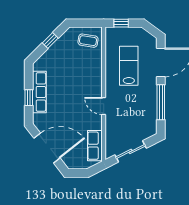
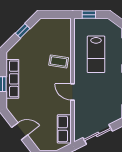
coffee table: (88, 41) -> (59, 61), moved
lab bench: (129, 66) -> (96, 54), turned 180
door: (47, 148) -> (20, 131), width x0.53

